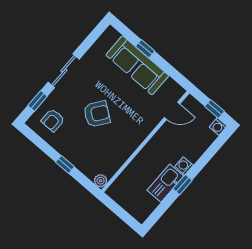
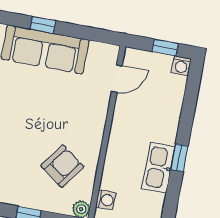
armchair: (97, 114) -> (62, 166), moved
washing machine: (184, 166) -> (106, 200), moved, turned 180

